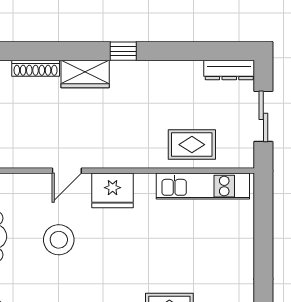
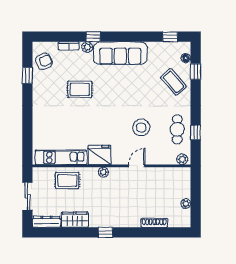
wardrobe: (85, 74) -> (75, 220), moved
plant: (127, 159) -> (103, 172), added
fridge: (113, 190) -> (99, 155), moved

